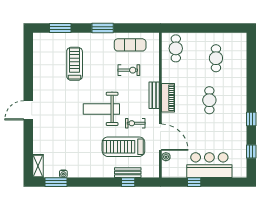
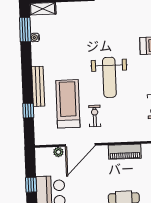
bench: (154, 95) -> (127, 136), removed
weight bench: (101, 109) -> (109, 77), turned 180
bench: (128, 173) -> (38, 86), moved, width x1.36

